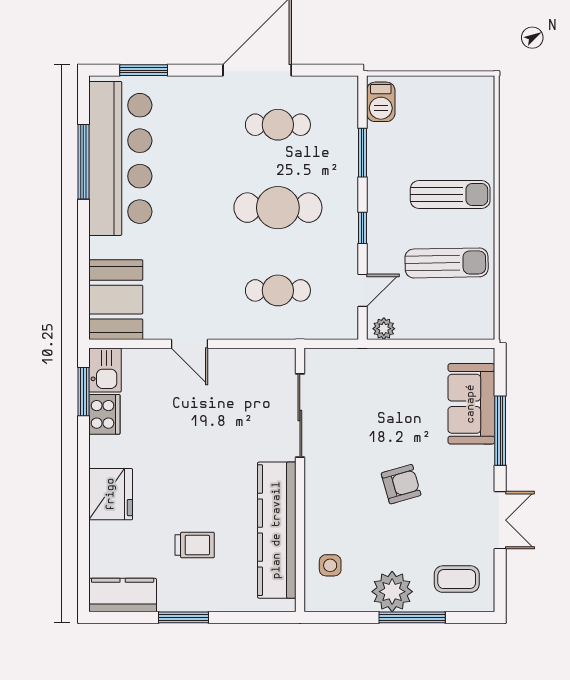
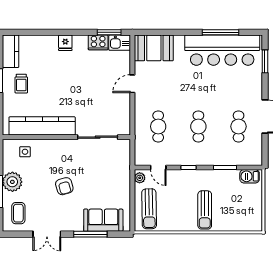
cafe table: (278, 208) -> (198, 126), width x0.73, depth x0.74
sun lounger: (447, 263) -> (149, 209), moved
fridge: (111, 494) -> (65, 43), width x0.53, depth x0.75
trolley: (195, 545) -> (21, 84), moved

